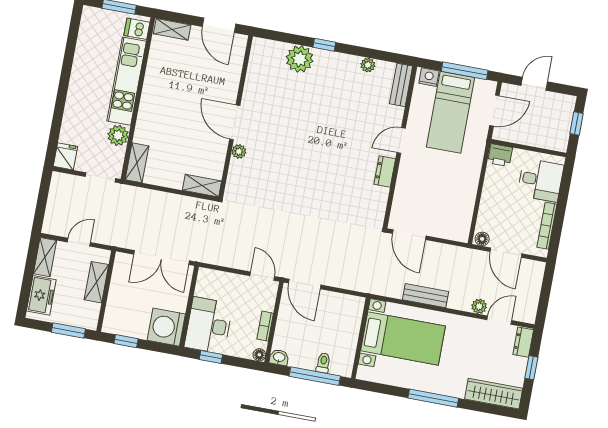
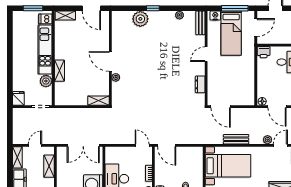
shelving: (137, 163) -> (59, 71), moved
dresser: (385, 171) -> (200, 84), moved

